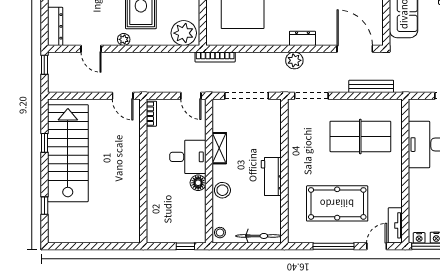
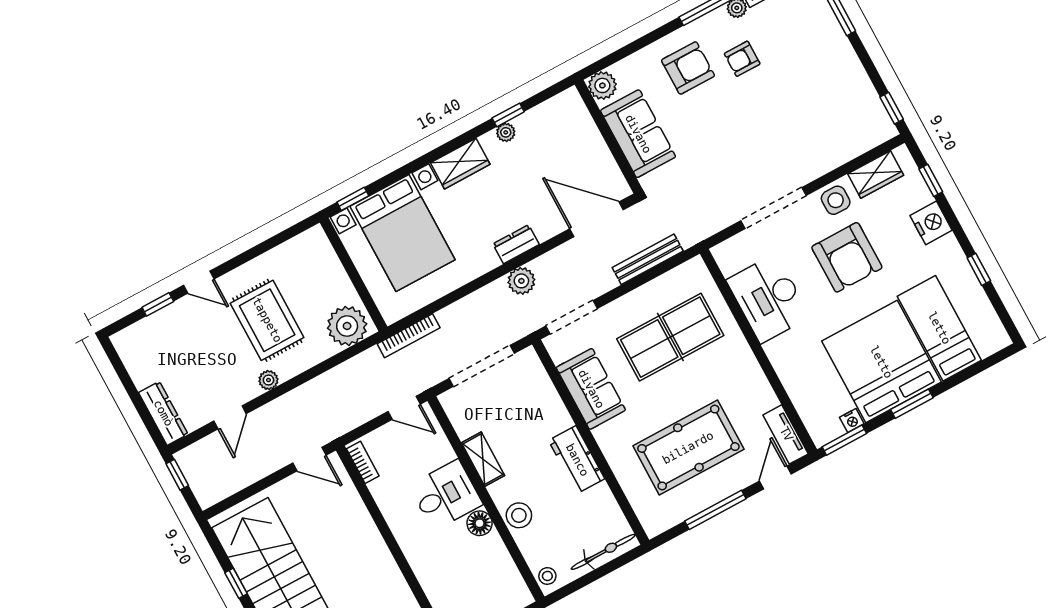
door: (91, 49) -> (230, 417), hinge flipped
sofa: (301, 141) -> (591, 389), added
nightstand: (419, 238) -> (828, 434), removed

